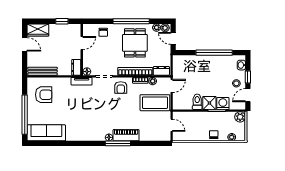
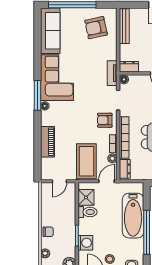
bathtub: (200, 64) -> (133, 216), added
door: (172, 86) -> (107, 181), swing flipped
armchair: (44, 95) -> (96, 28), turned 78
shower: (209, 103) -> (86, 197), moved
corner sofa: (85, 127) -> (57, 78), added
piano: (126, 135) -> (47, 142), moved
window: (118, 143) -> (37, 95), moved

